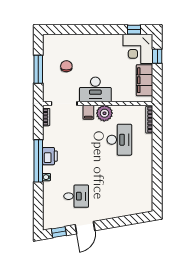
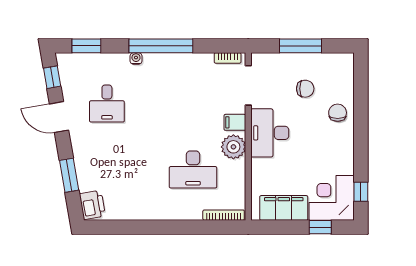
chair: (82, 45) -> (338, 113), added
printer: (50, 156) -> (92, 205), moved, turned -100
window: (38, 210) -> (86, 46), added
window: (123, 221) -> (69, 175), added

